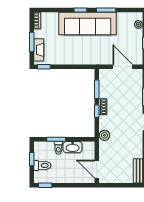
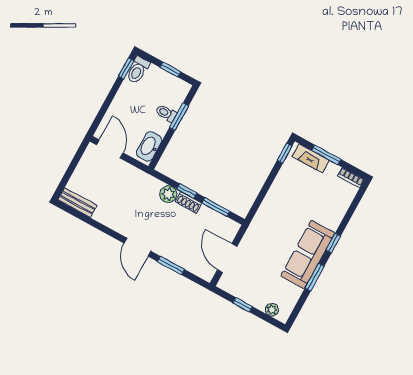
sofa: (88, 24) -> (308, 254), width x0.74, depth x0.79
door: (123, 67) -> (227, 258), swing flipped
plant: (104, 135) -> (168, 194), moved
washbasin: (73, 147) -> (149, 146), moved
toilet: (42, 165) -> (138, 70), moved
door: (97, 169) -> (110, 149), hinge flipped

